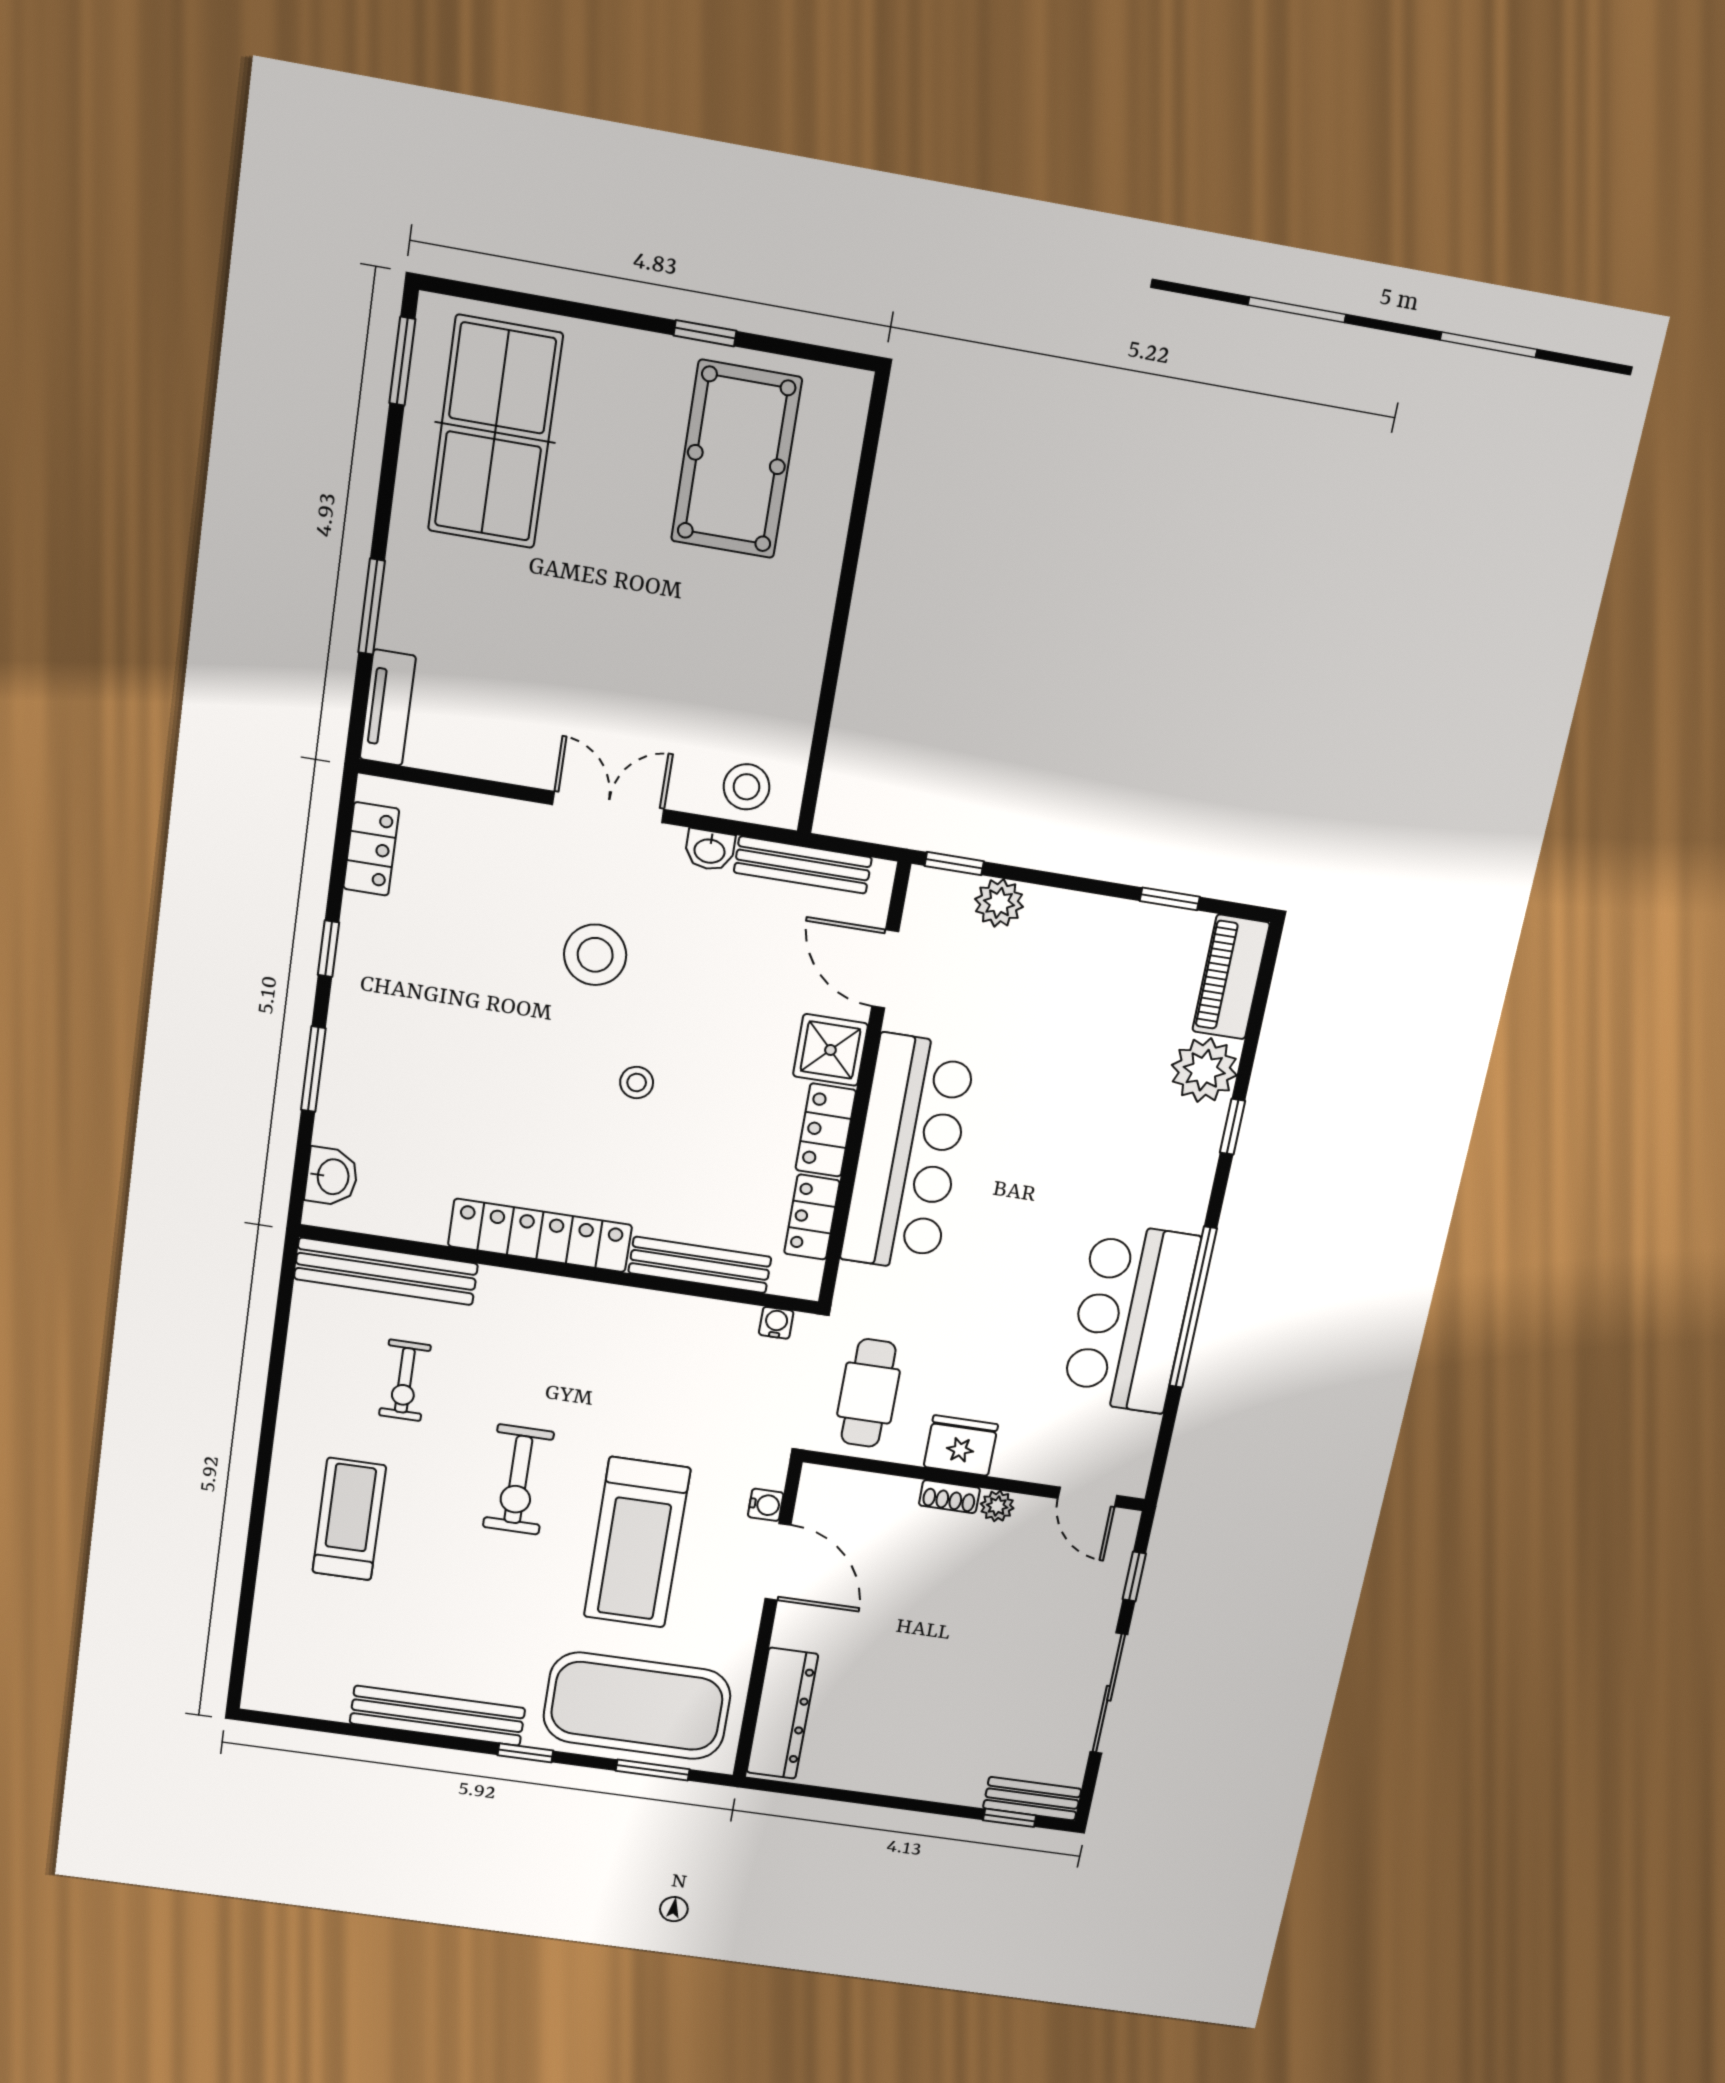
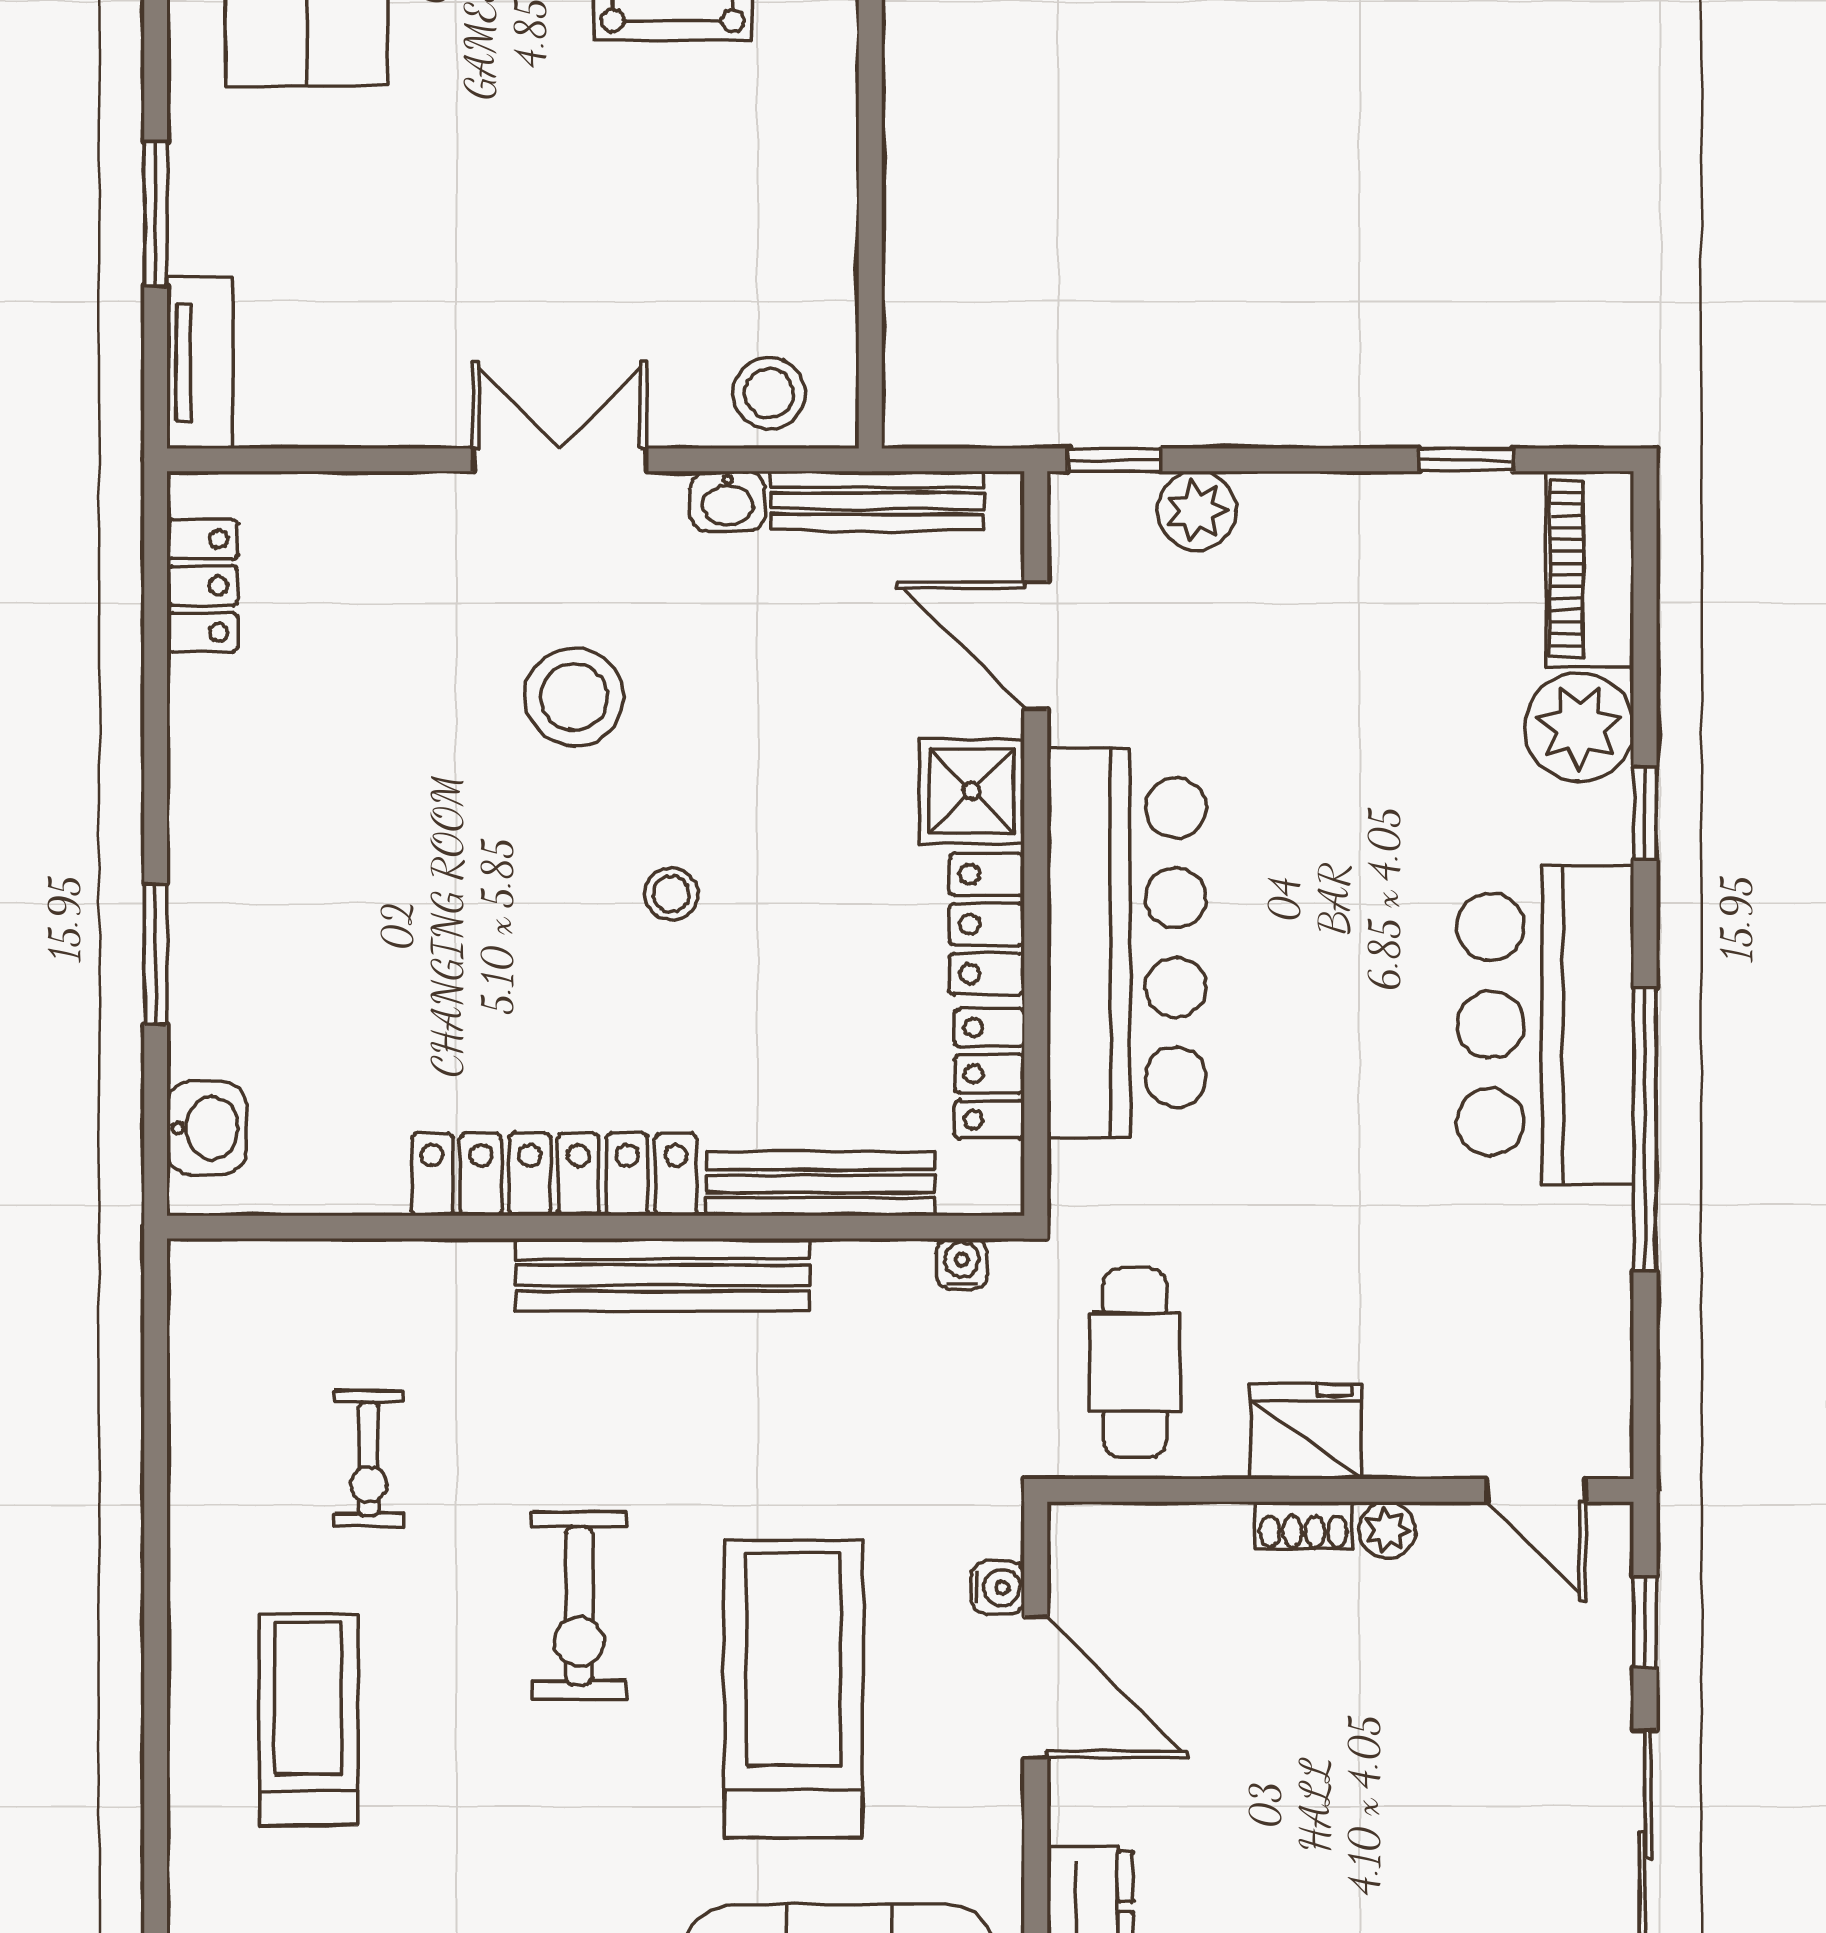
window: (328, 949) -> (156, 755), removed
bench: (386, 1271) -> (663, 1275), moved
bar counter: (1131, 1318) -> (1545, 1024), moved
treadmill: (637, 1543) -> (793, 1689), turned 180

